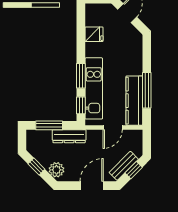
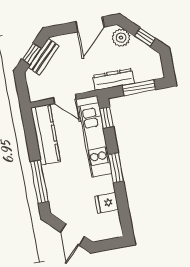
window: (81, 76) -> (116, 168), moved
window: (147, 90) -> (39, 182), moved
door: (113, 128) -> (65, 99), swing flipped
door: (92, 186) -> (90, 24), moved

